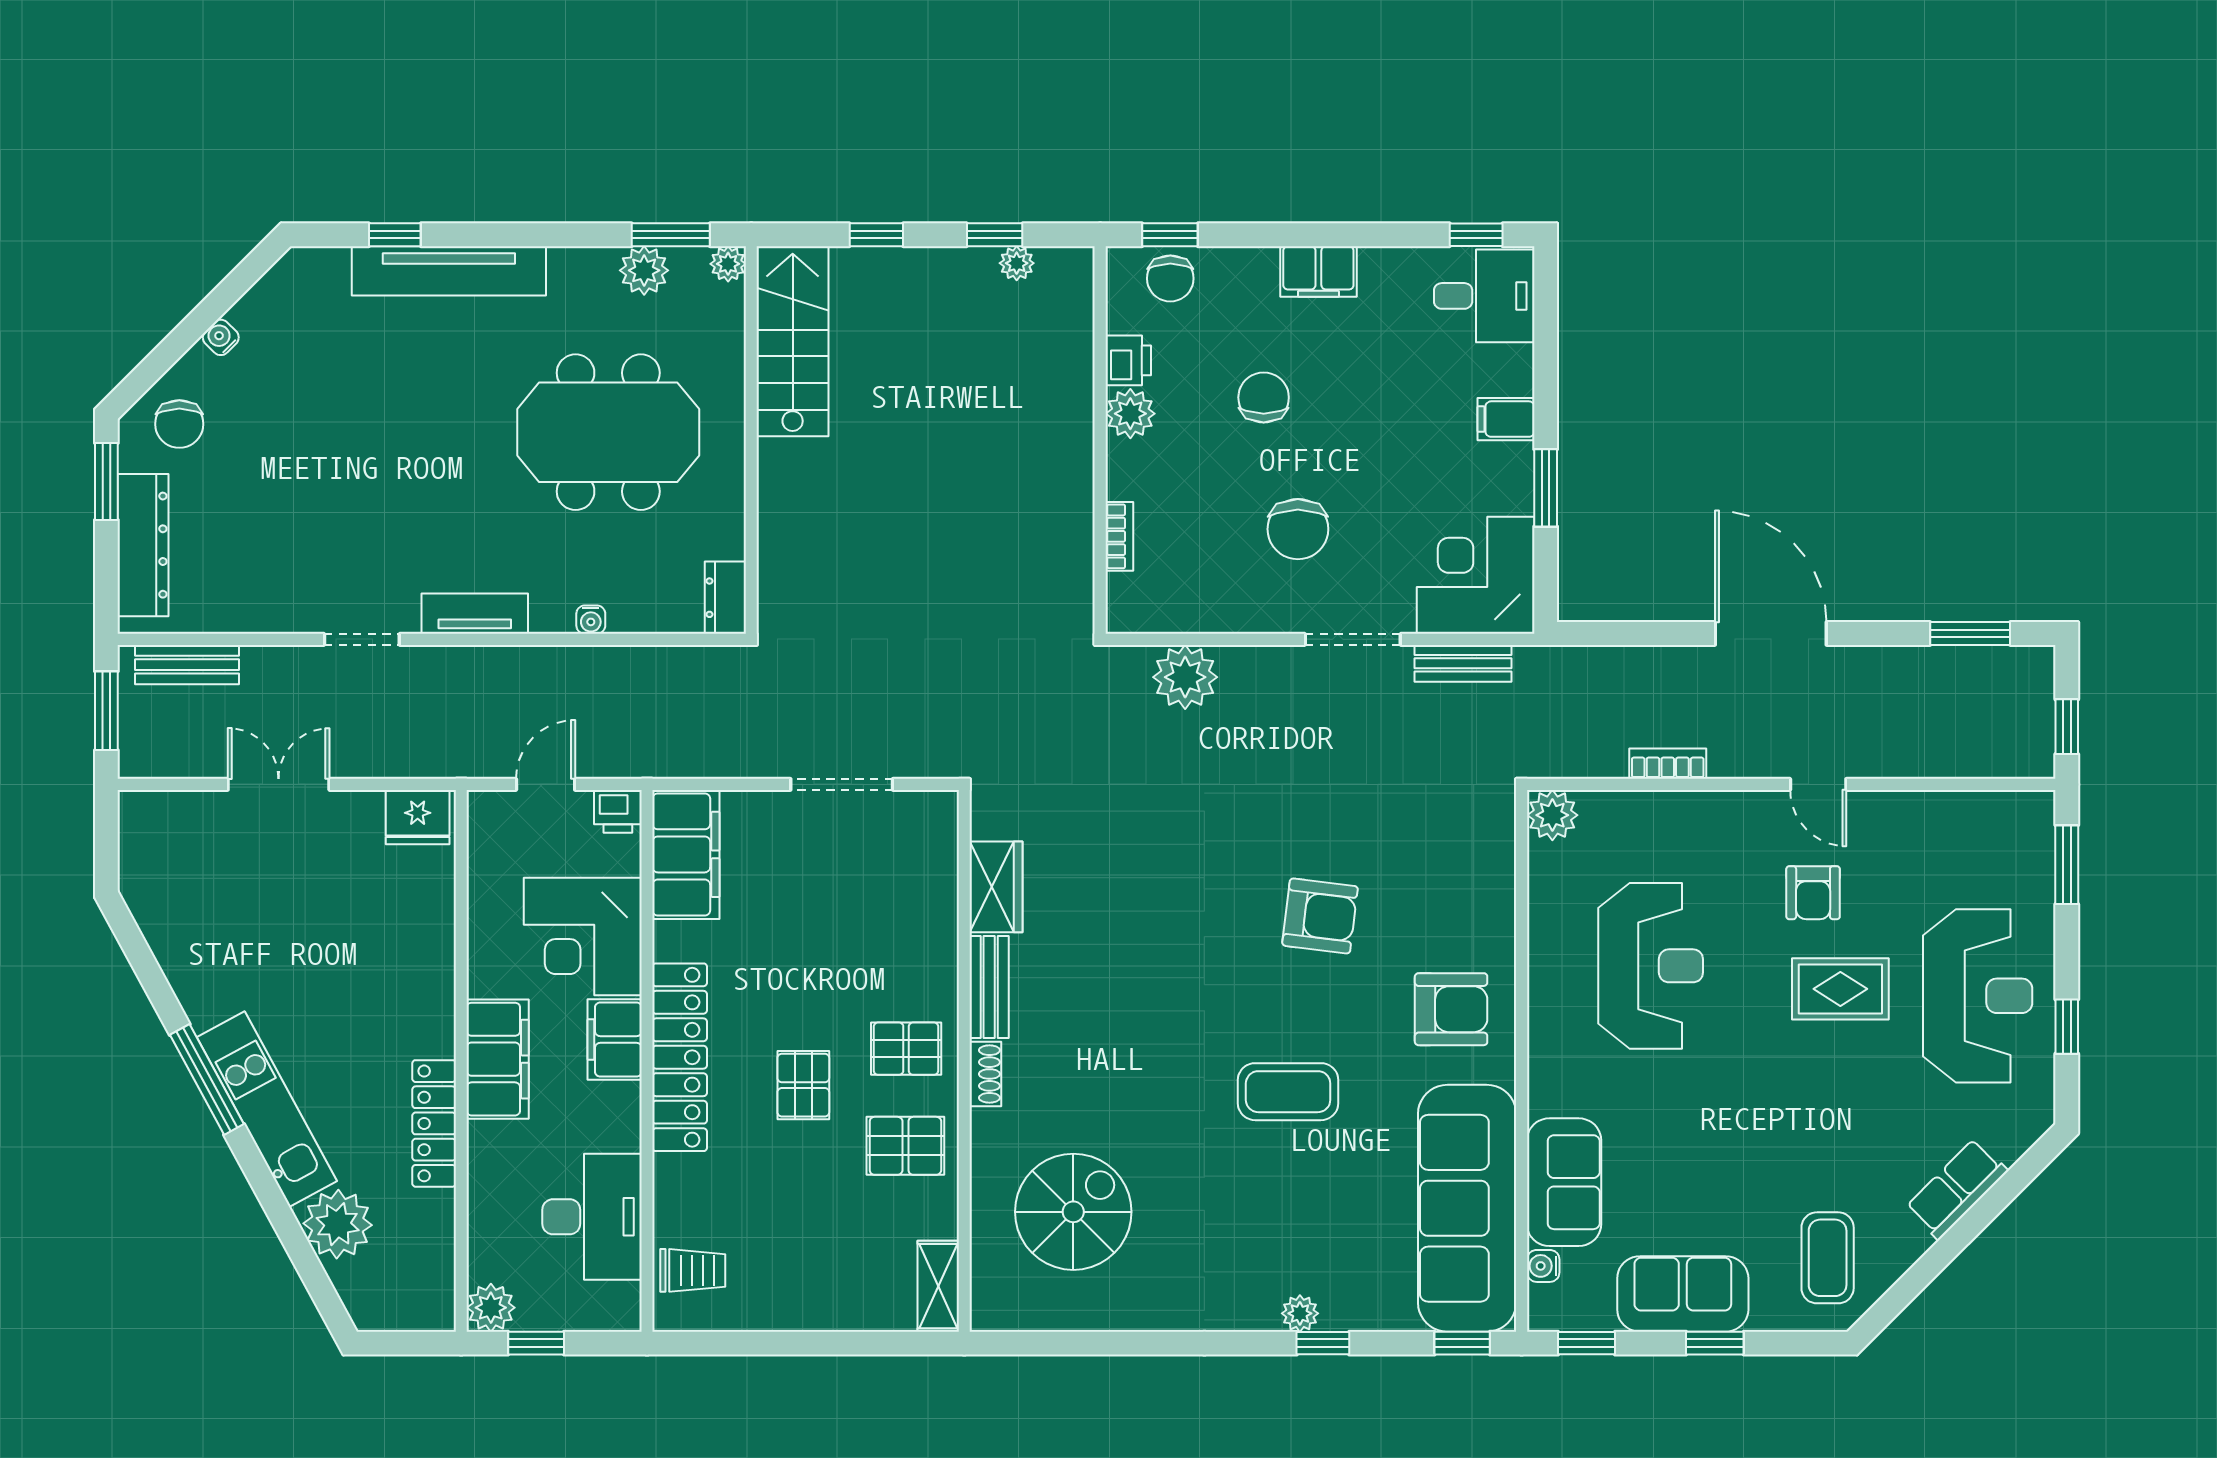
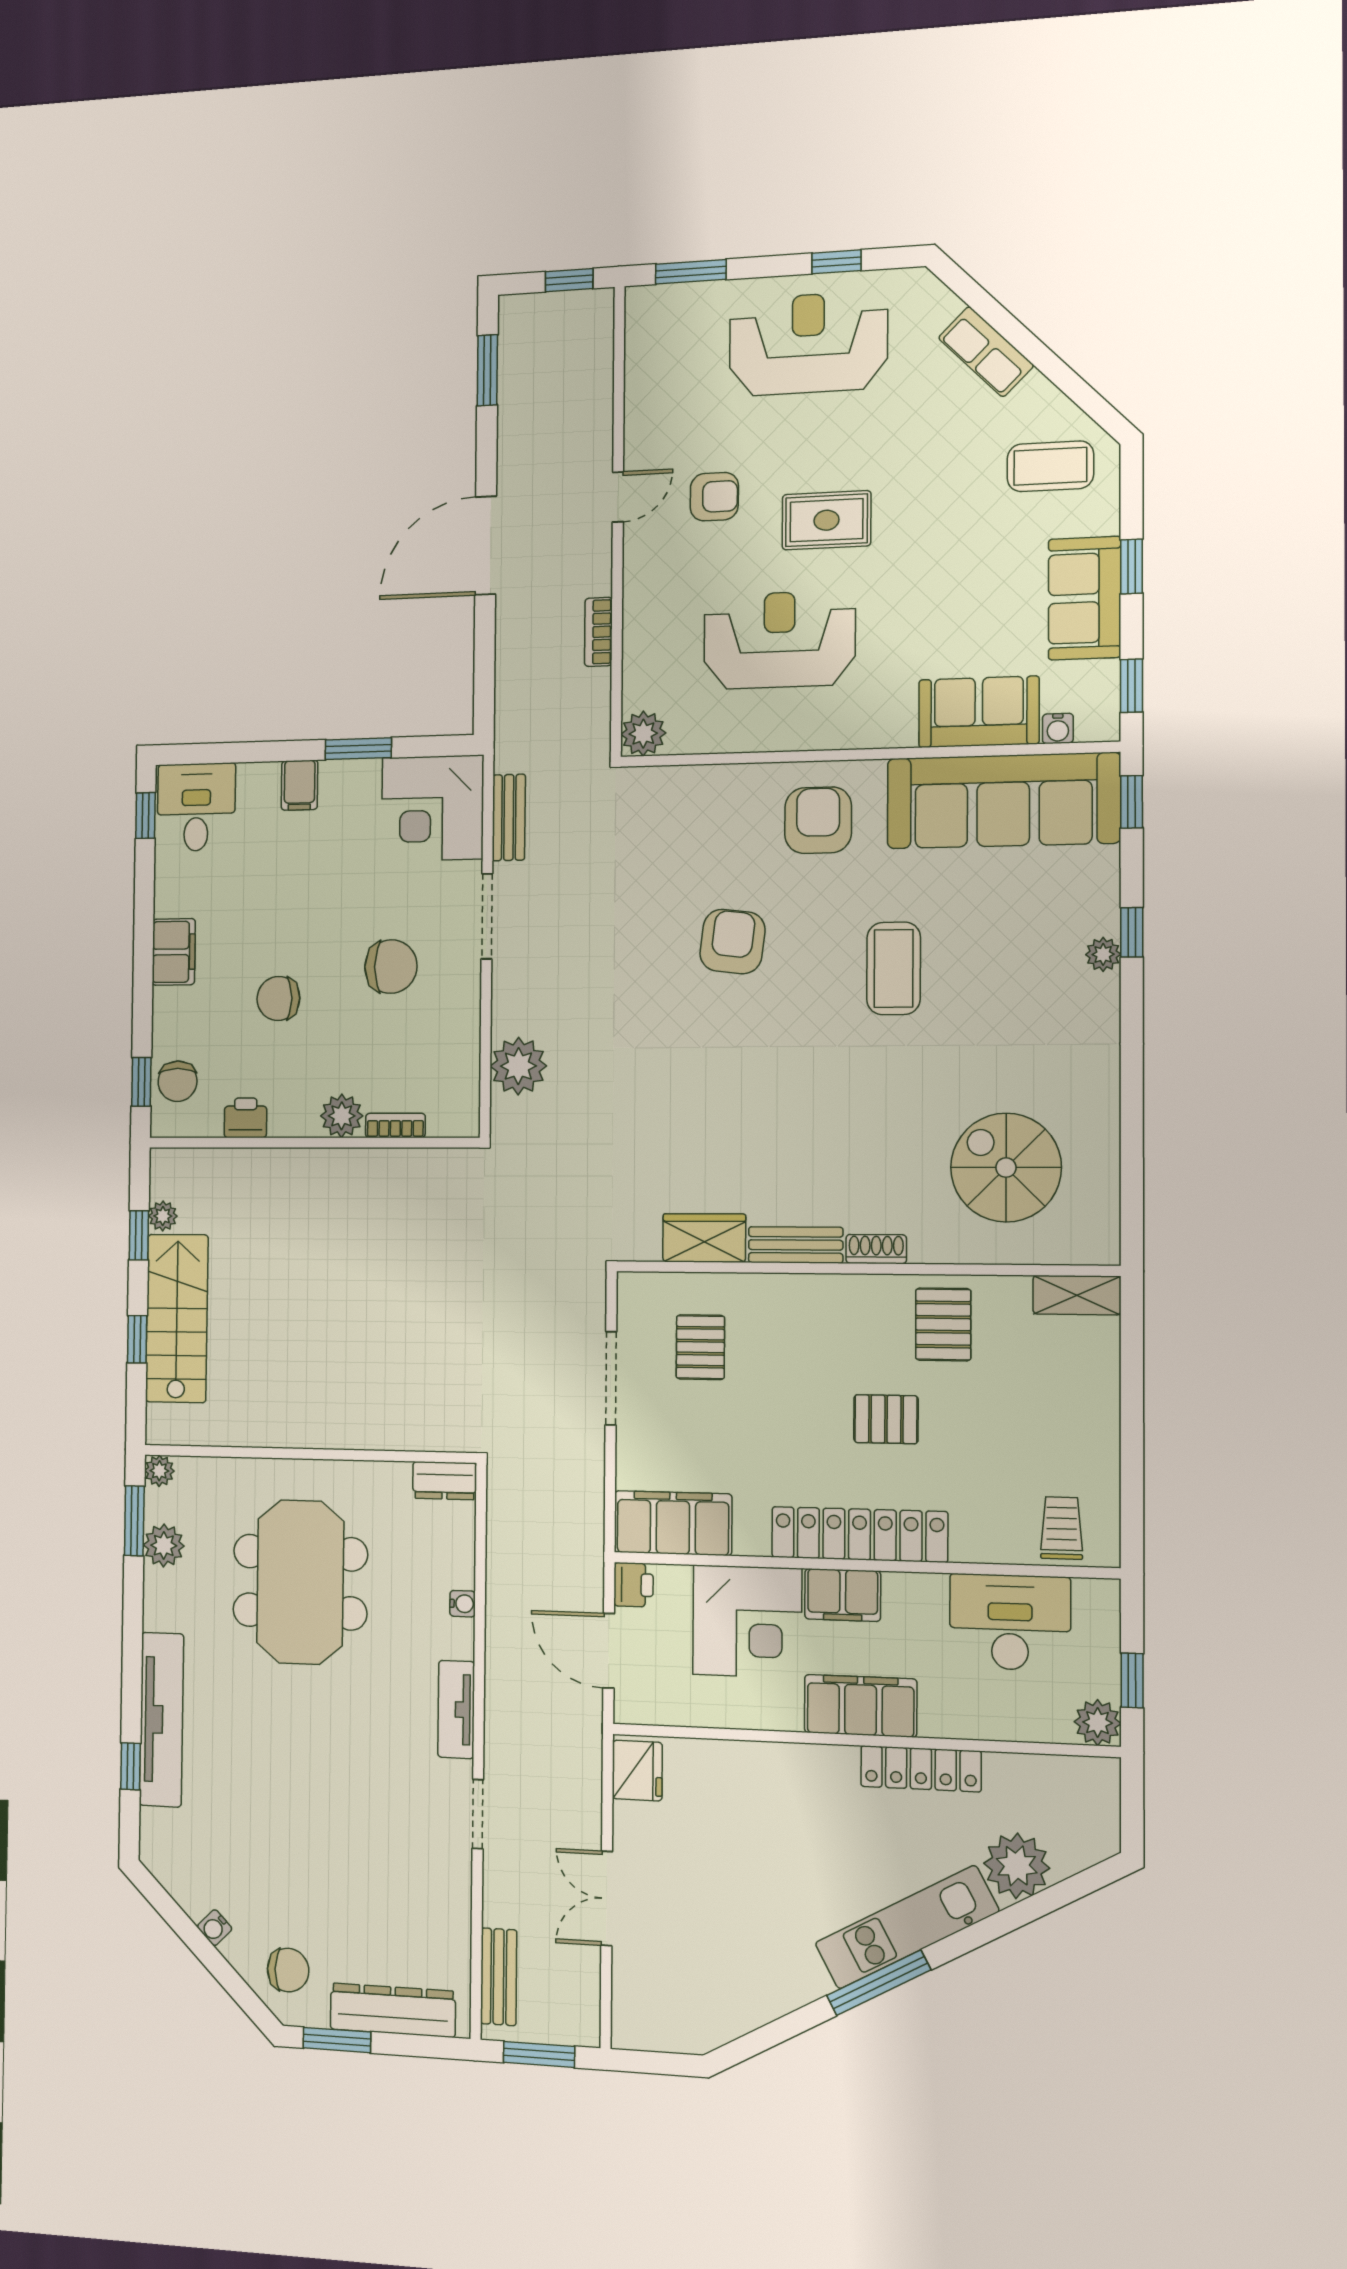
chair: (1170, 278) -> (178, 1081), turned 90
stairs: (793, 341) -> (177, 1318), moved, turned 90
plant: (1130, 414) -> (342, 1116), moved
door: (546, 784) -> (609, 1651), width x1.38
rug: (1840, 989) -> (826, 520), moved, turned 90
pallet: (906, 1049) -> (700, 1347), moved

